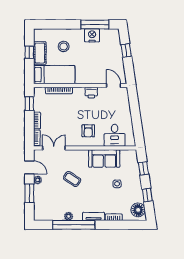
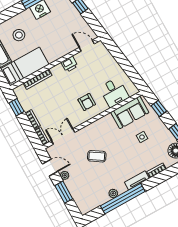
sofa: (104, 158) -> (130, 112), moved

